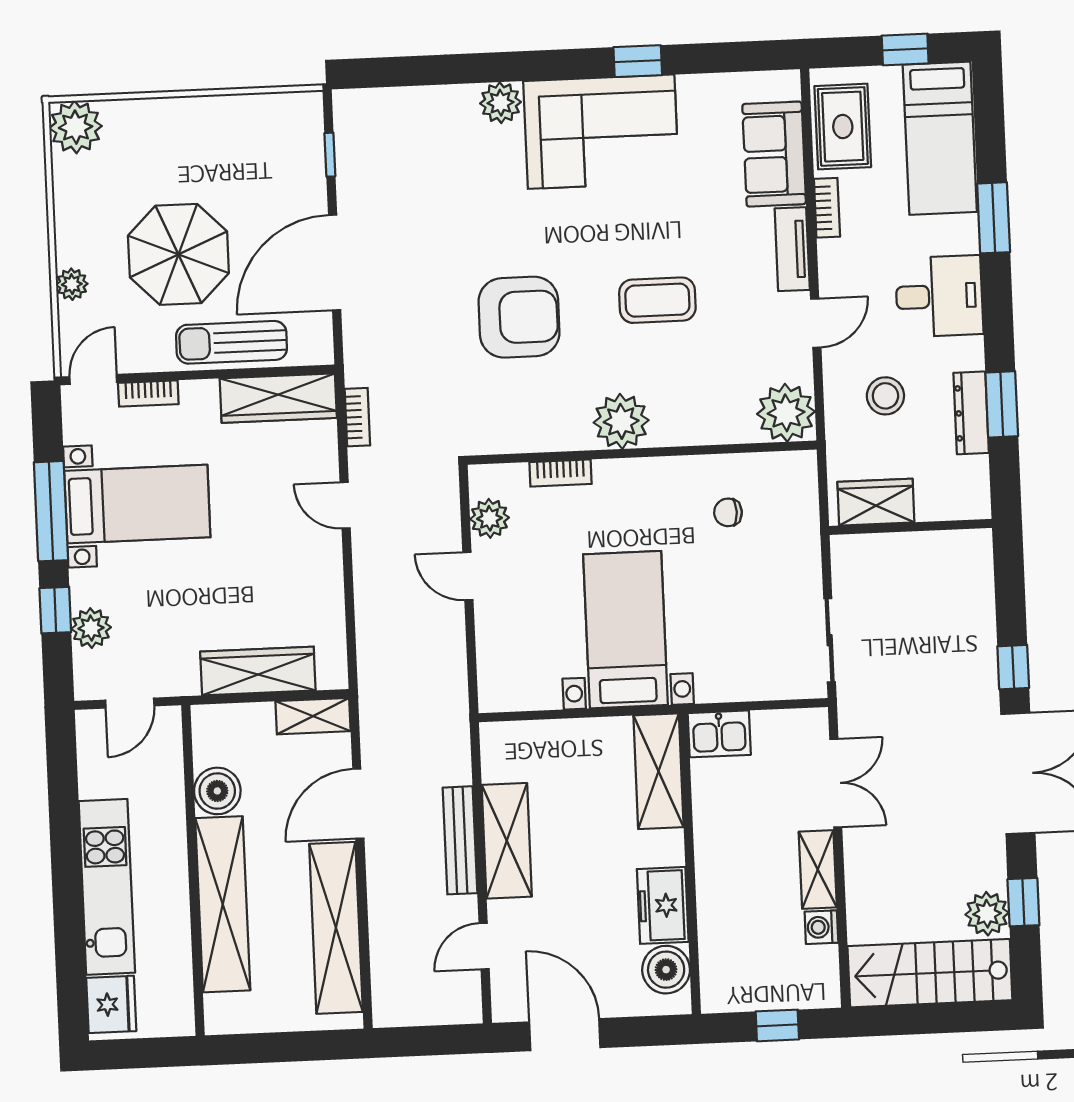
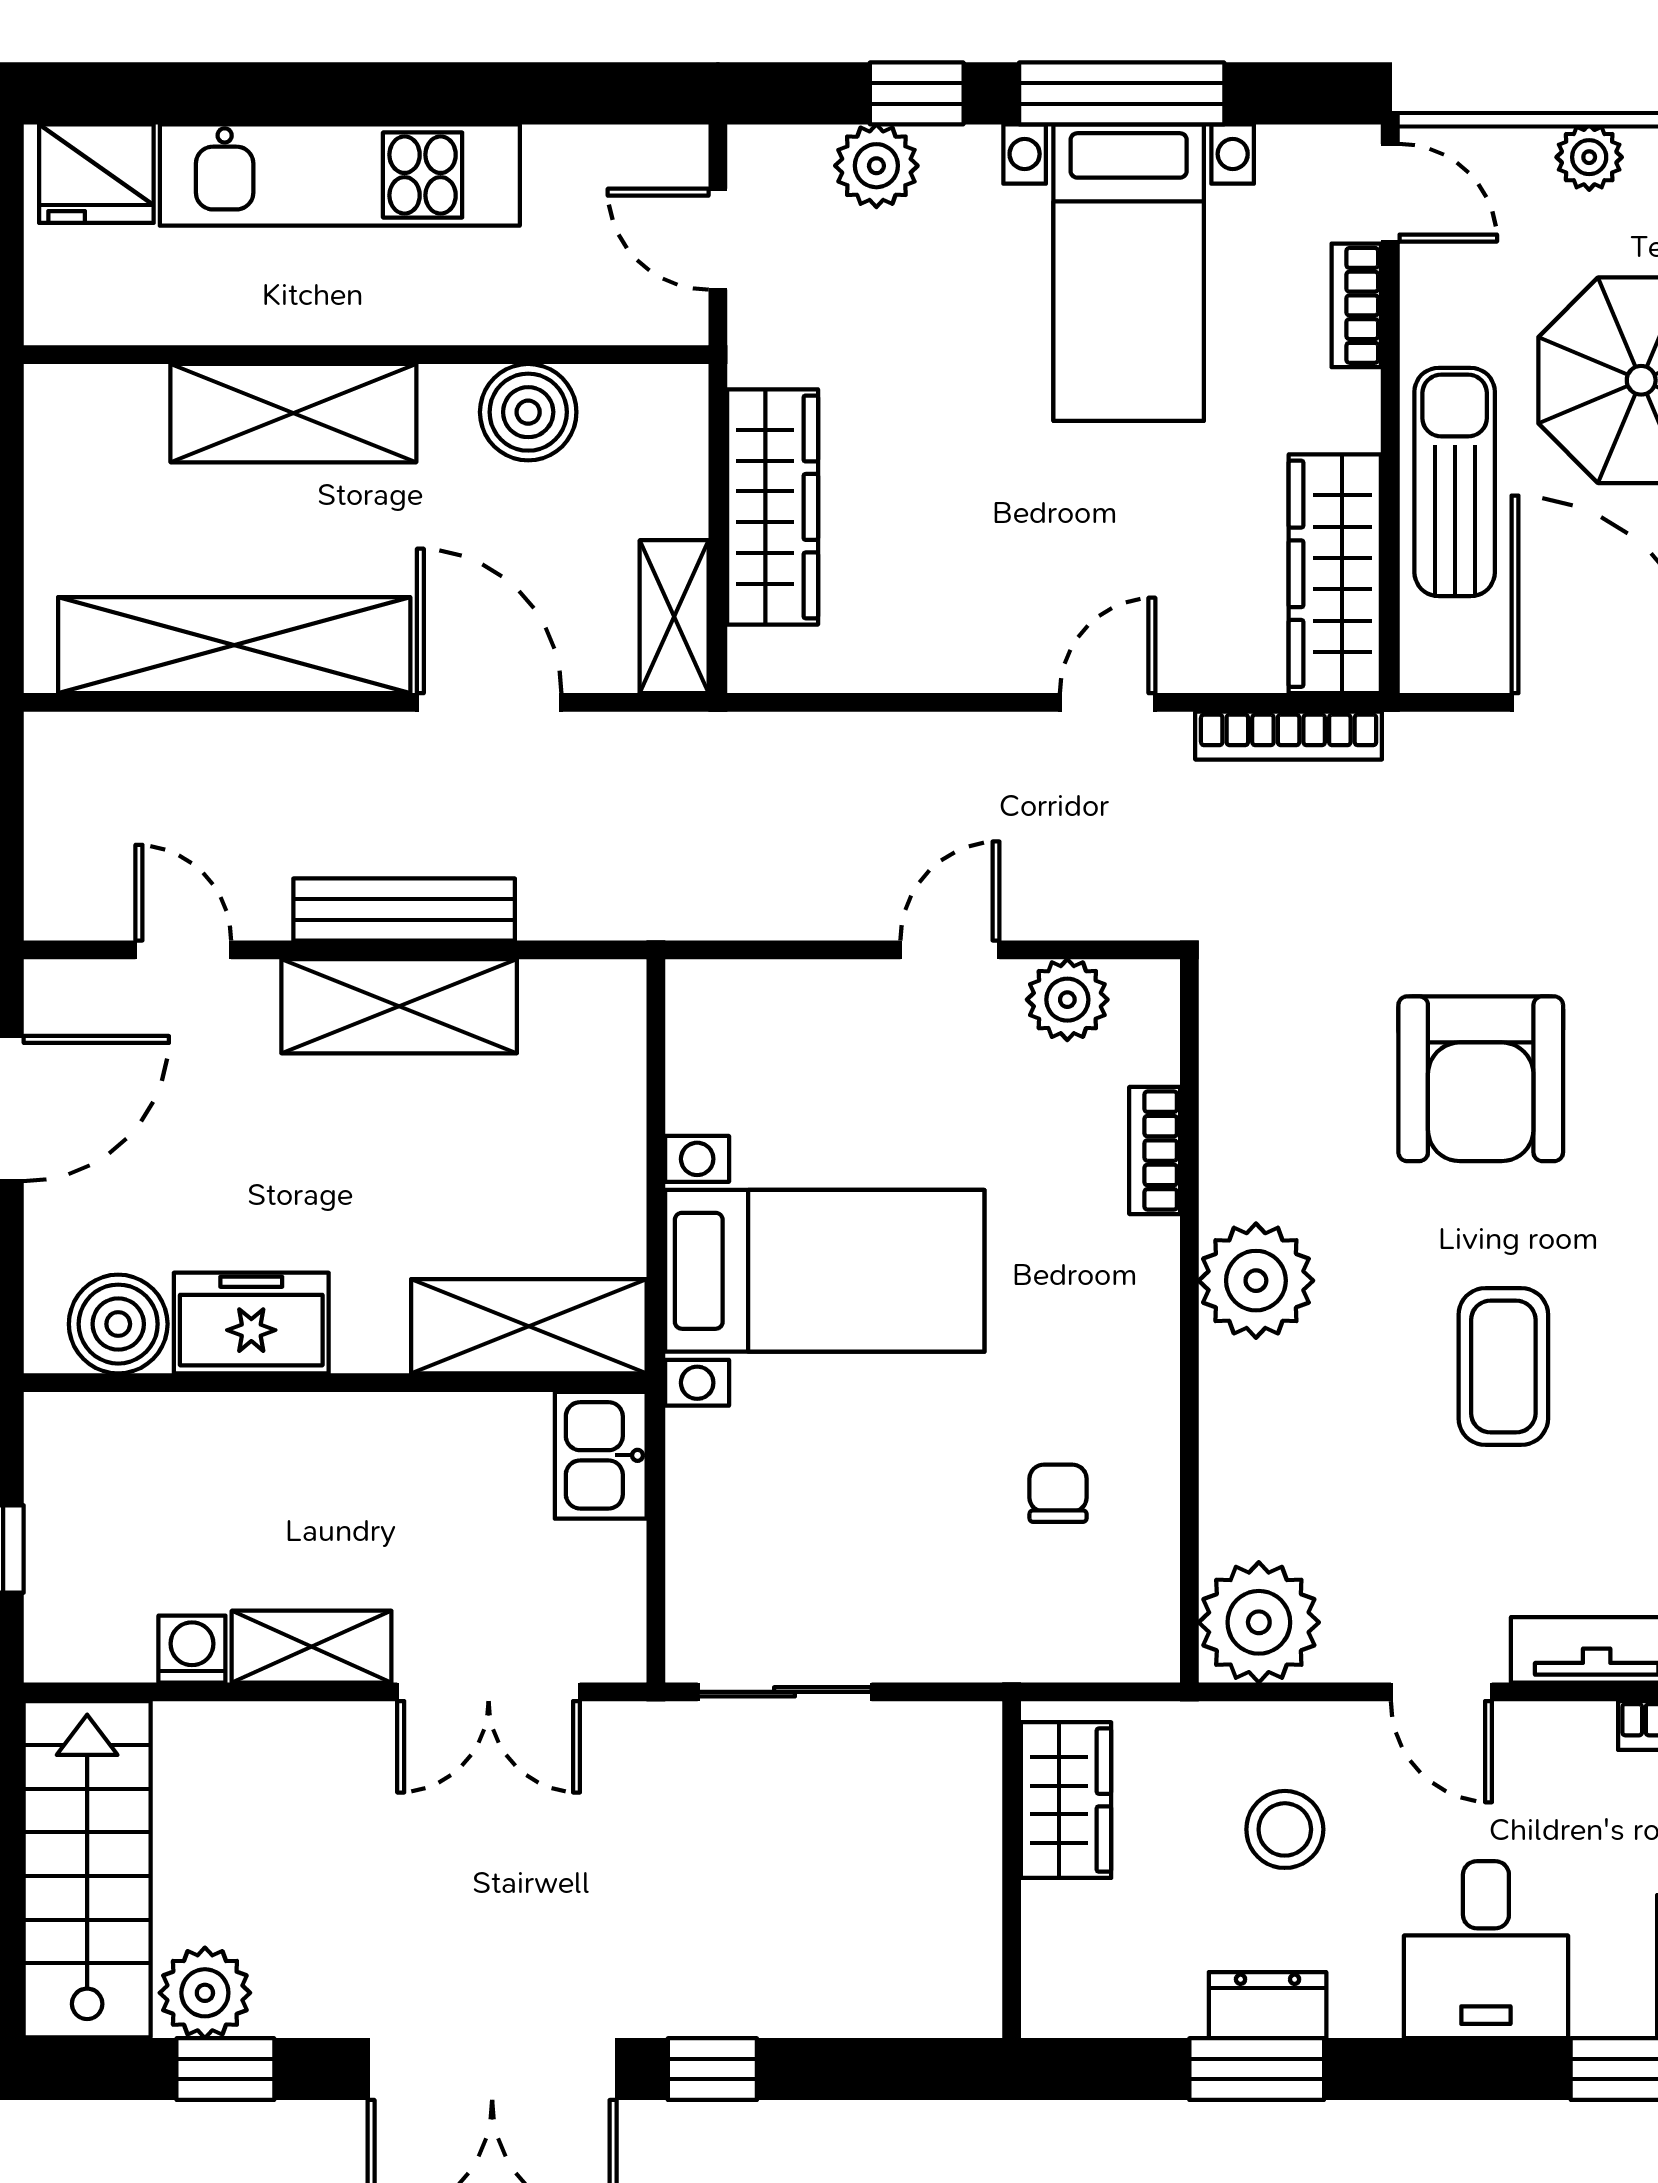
dresser: (971, 413) -> (1268, 2005), width x0.70
bookcase: (357, 417) -> (1289, 736), width x1.56
shelving: (223, 904) -> (293, 413), width x0.68

